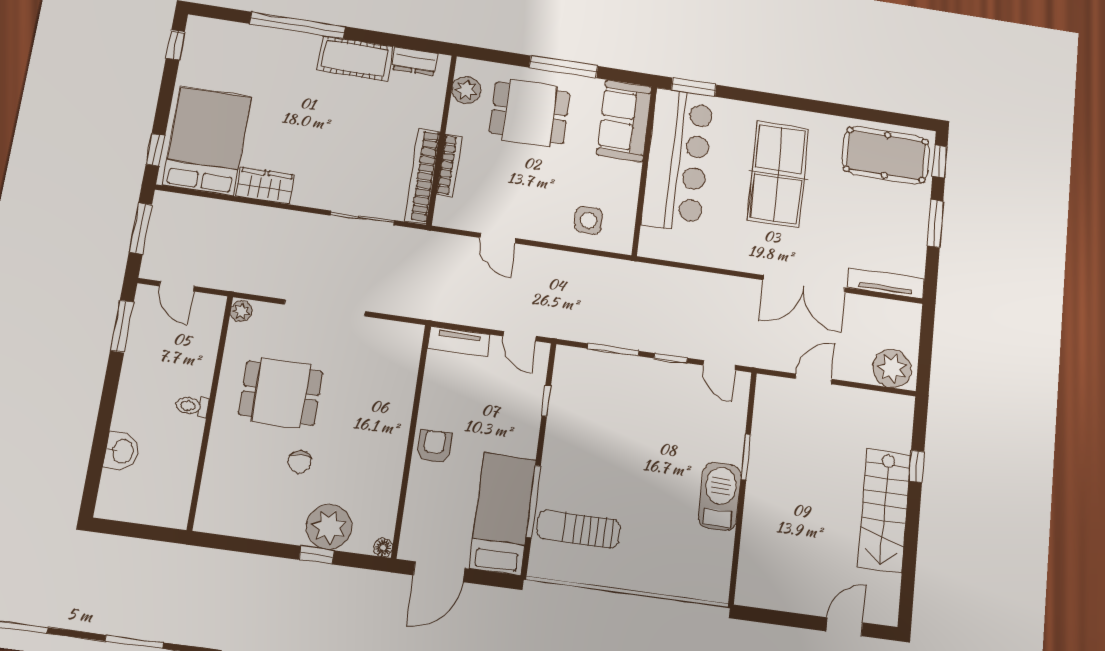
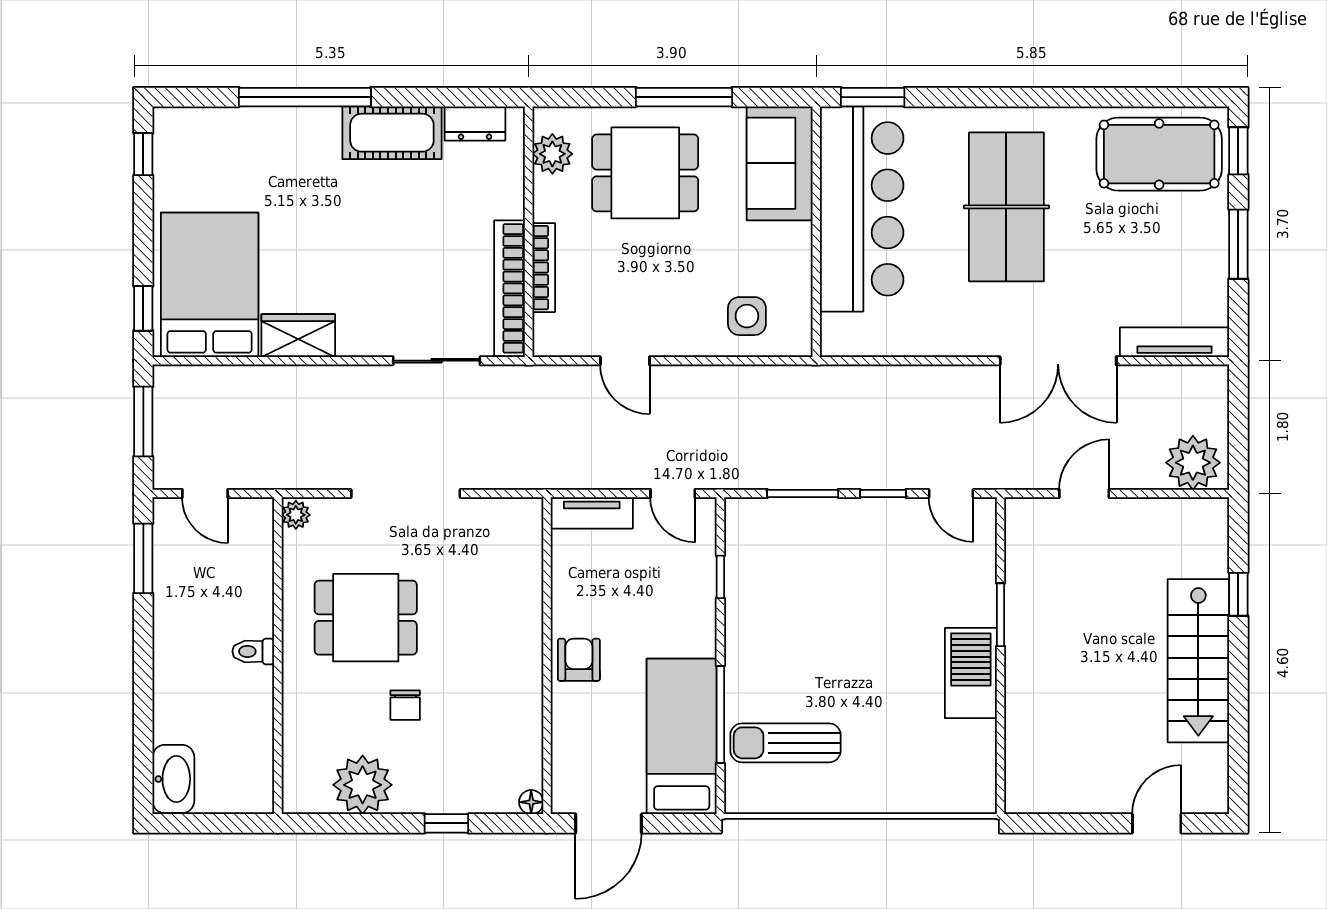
washbasin: (122, 451) -> (173, 779), moved, width x1.38
plant: (329, 527) -> (363, 785), moved

